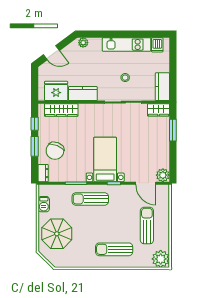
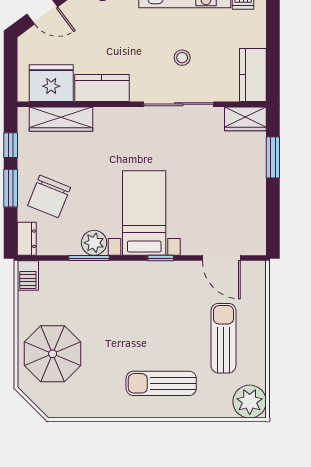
plant: (163, 175) -> (94, 243), moved
sun lounger: (90, 199) -> (116, 288), removed
barbecue: (44, 204) -> (28, 276), moved

